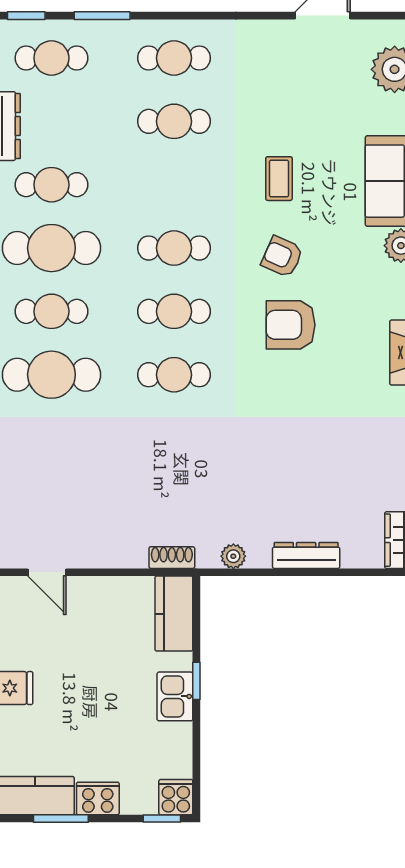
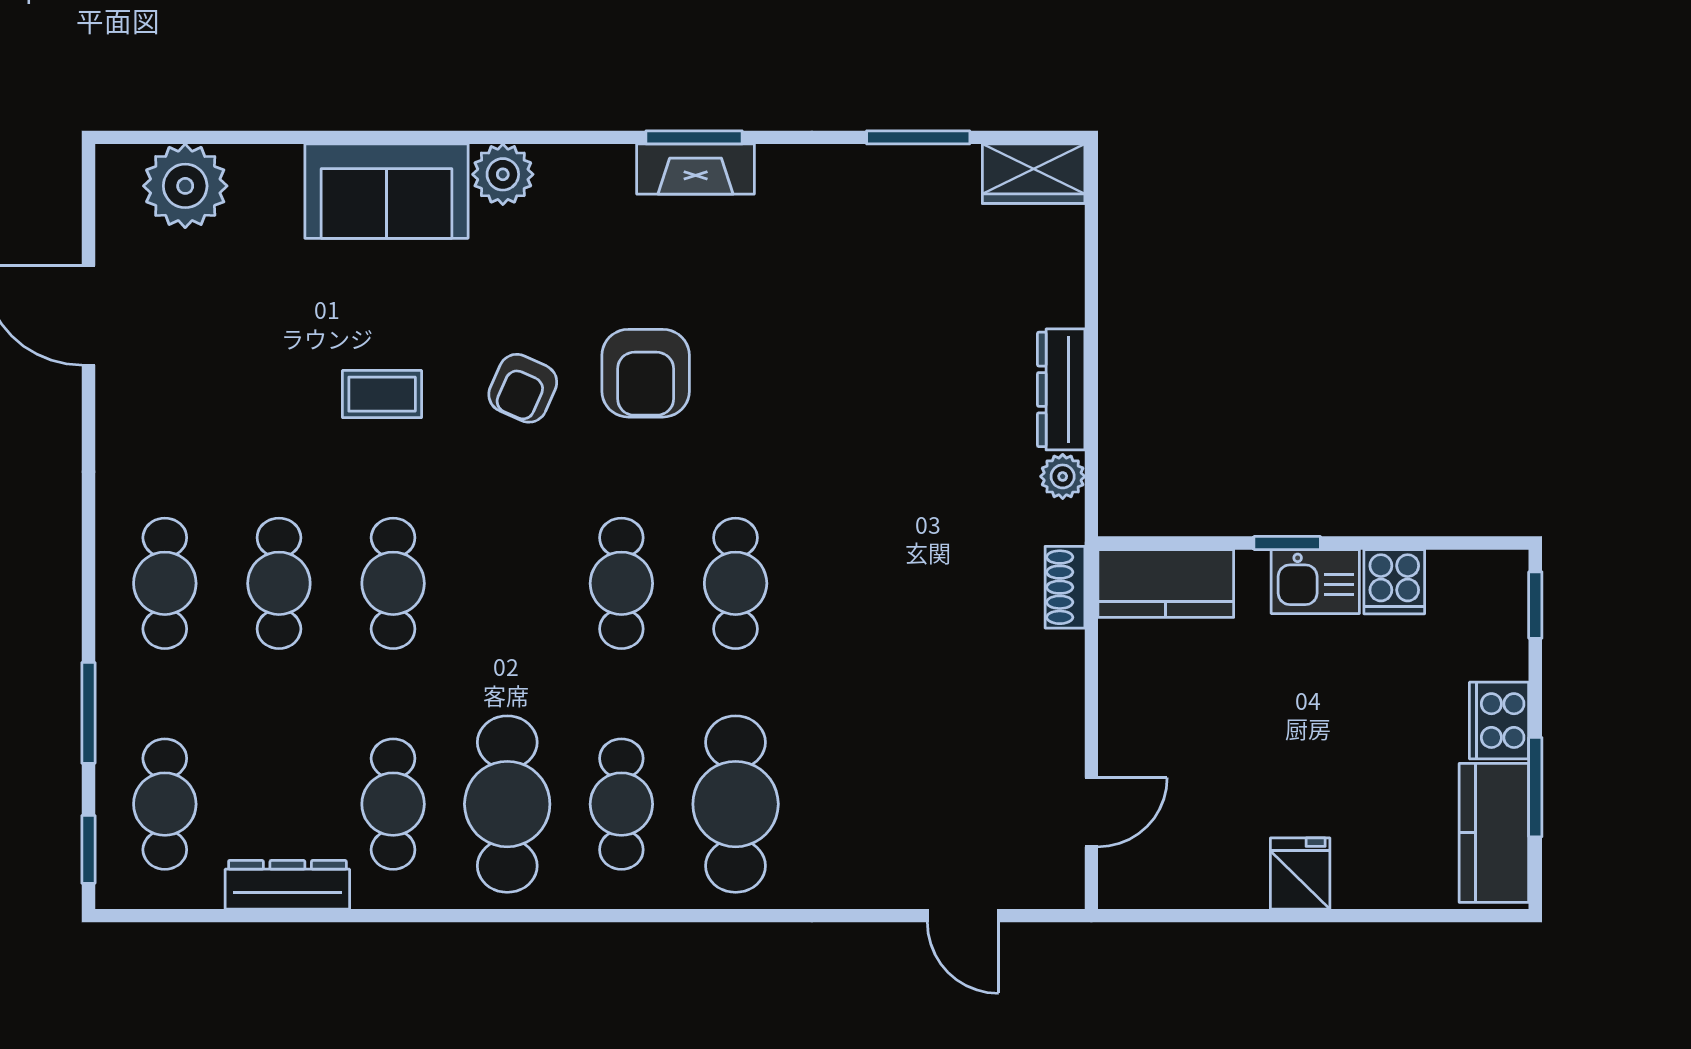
cafe table: (174, 248) -> (393, 583), moved
dresser: (306, 555) -> (1061, 389), moved
cooker: (176, 797) -> (1394, 582), moved, turned -90

